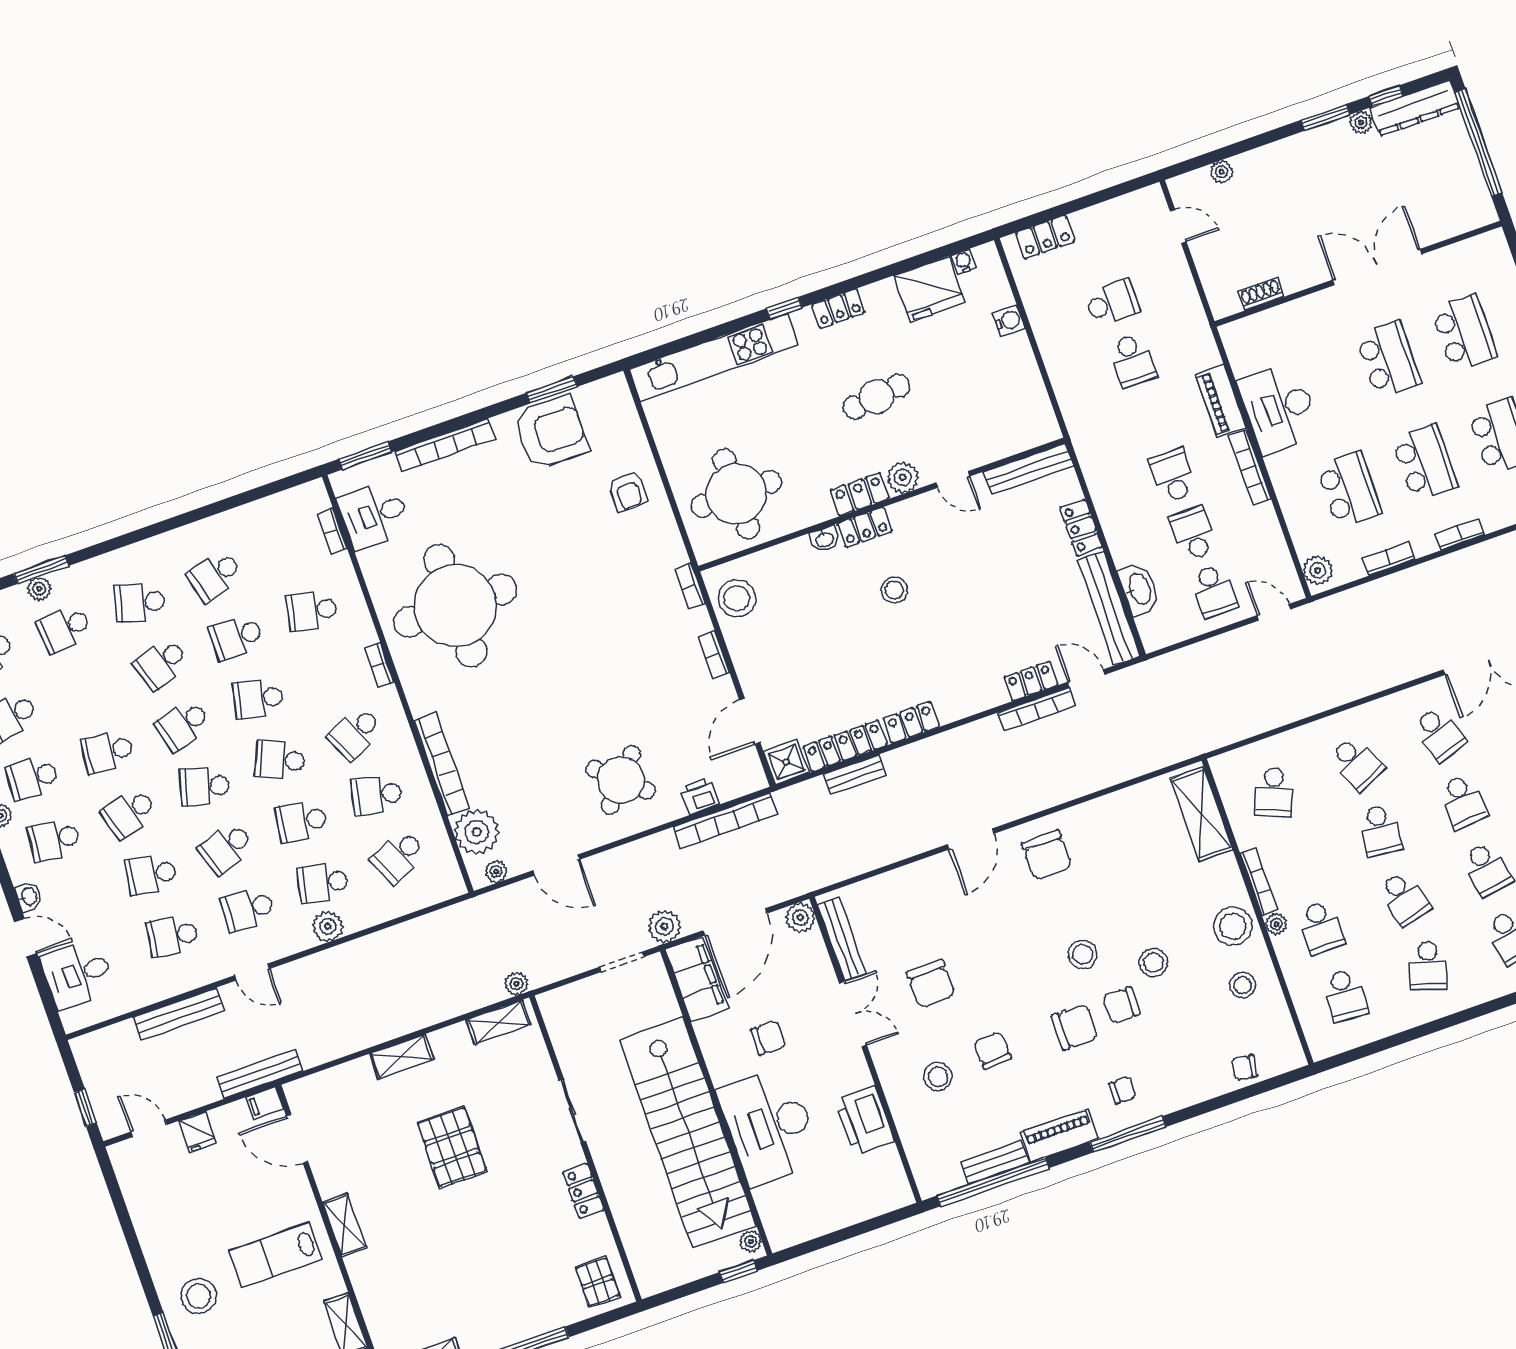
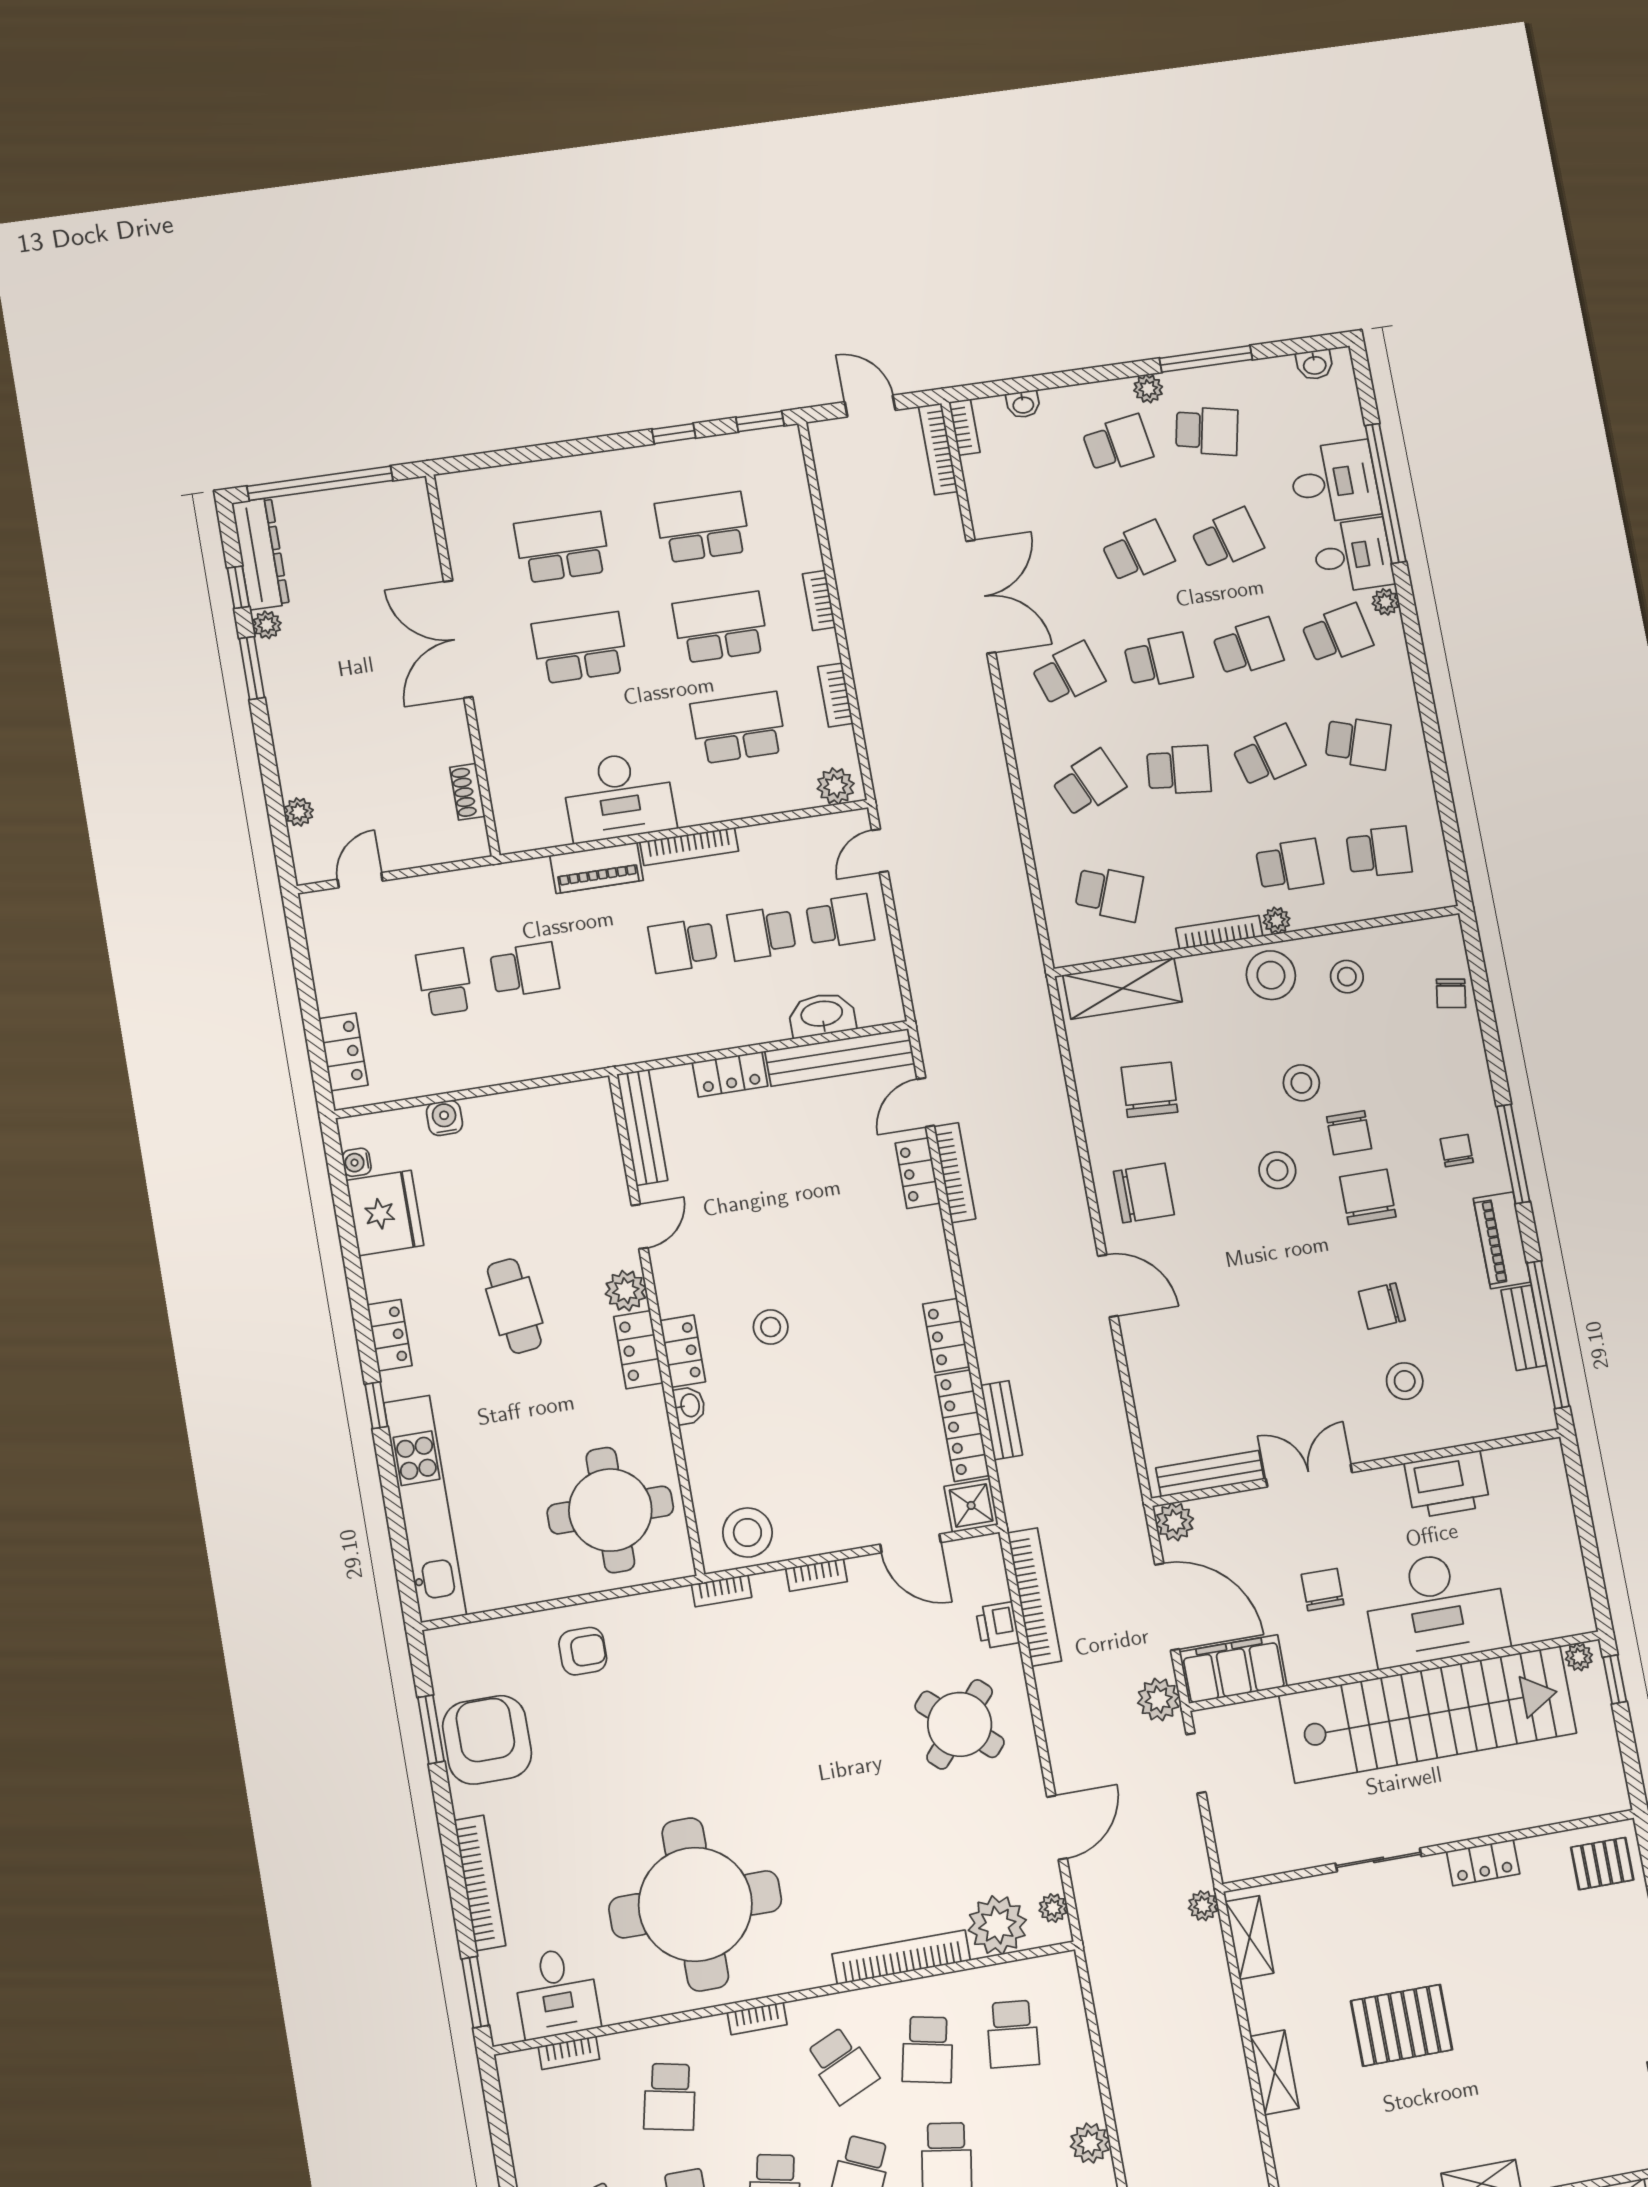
school desk: (398, 856) -> (1013, 2034), turned 30
school desk: (323, 883) -> (1032, 2140), removed
chair: (931, 984) -> (1149, 1090), moved, turned -87

